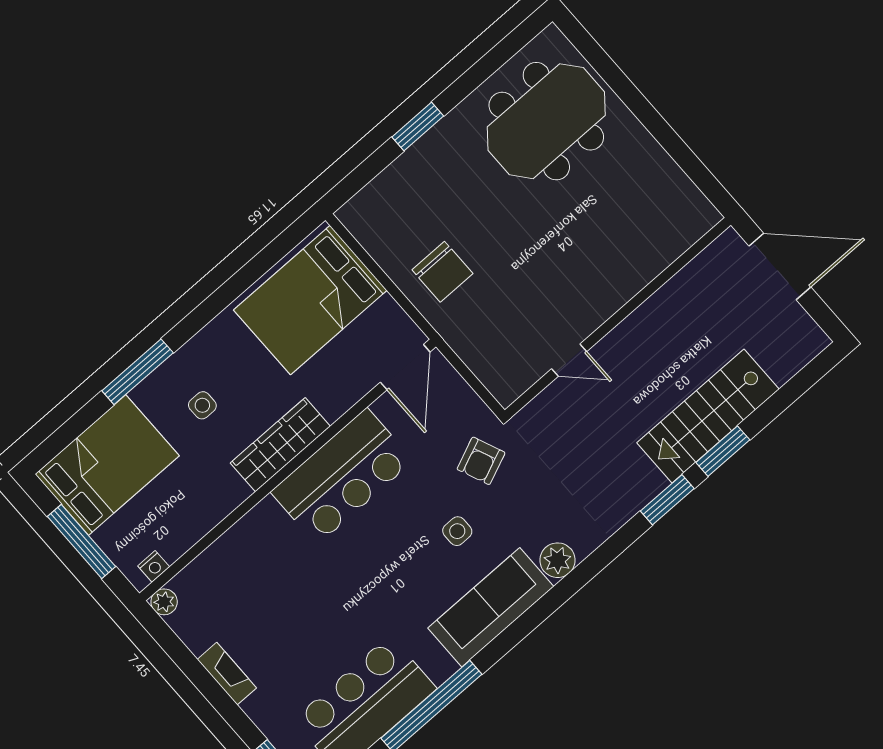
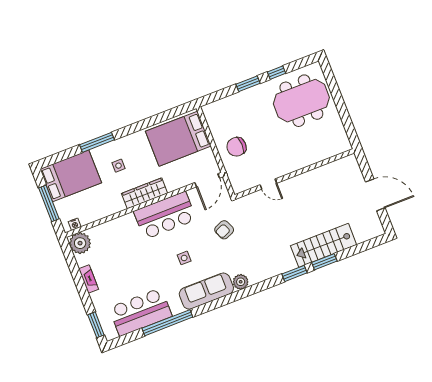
window: (471, 80) -> (277, 73), added
chair: (442, 272) -> (236, 147), turned 88
wall: (618, 318) -> (294, 174), moved
door: (569, 360) -> (268, 184), moved
side table: (457, 531) -> (184, 258), moved
plant: (164, 602) -> (80, 243), width x1.88, depth x1.88

